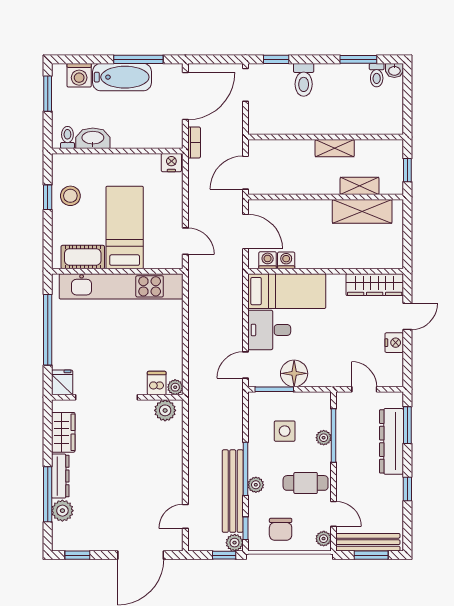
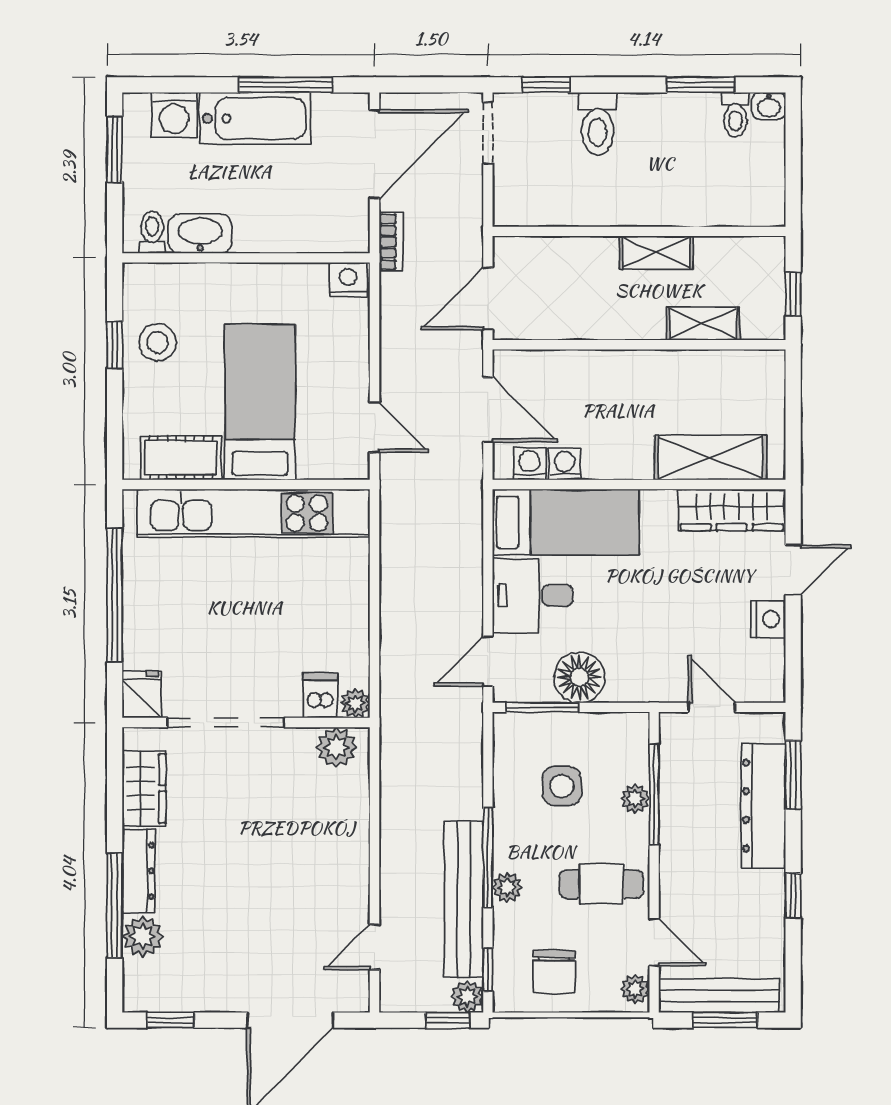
shelving: (362, 211) -> (710, 457), moved

